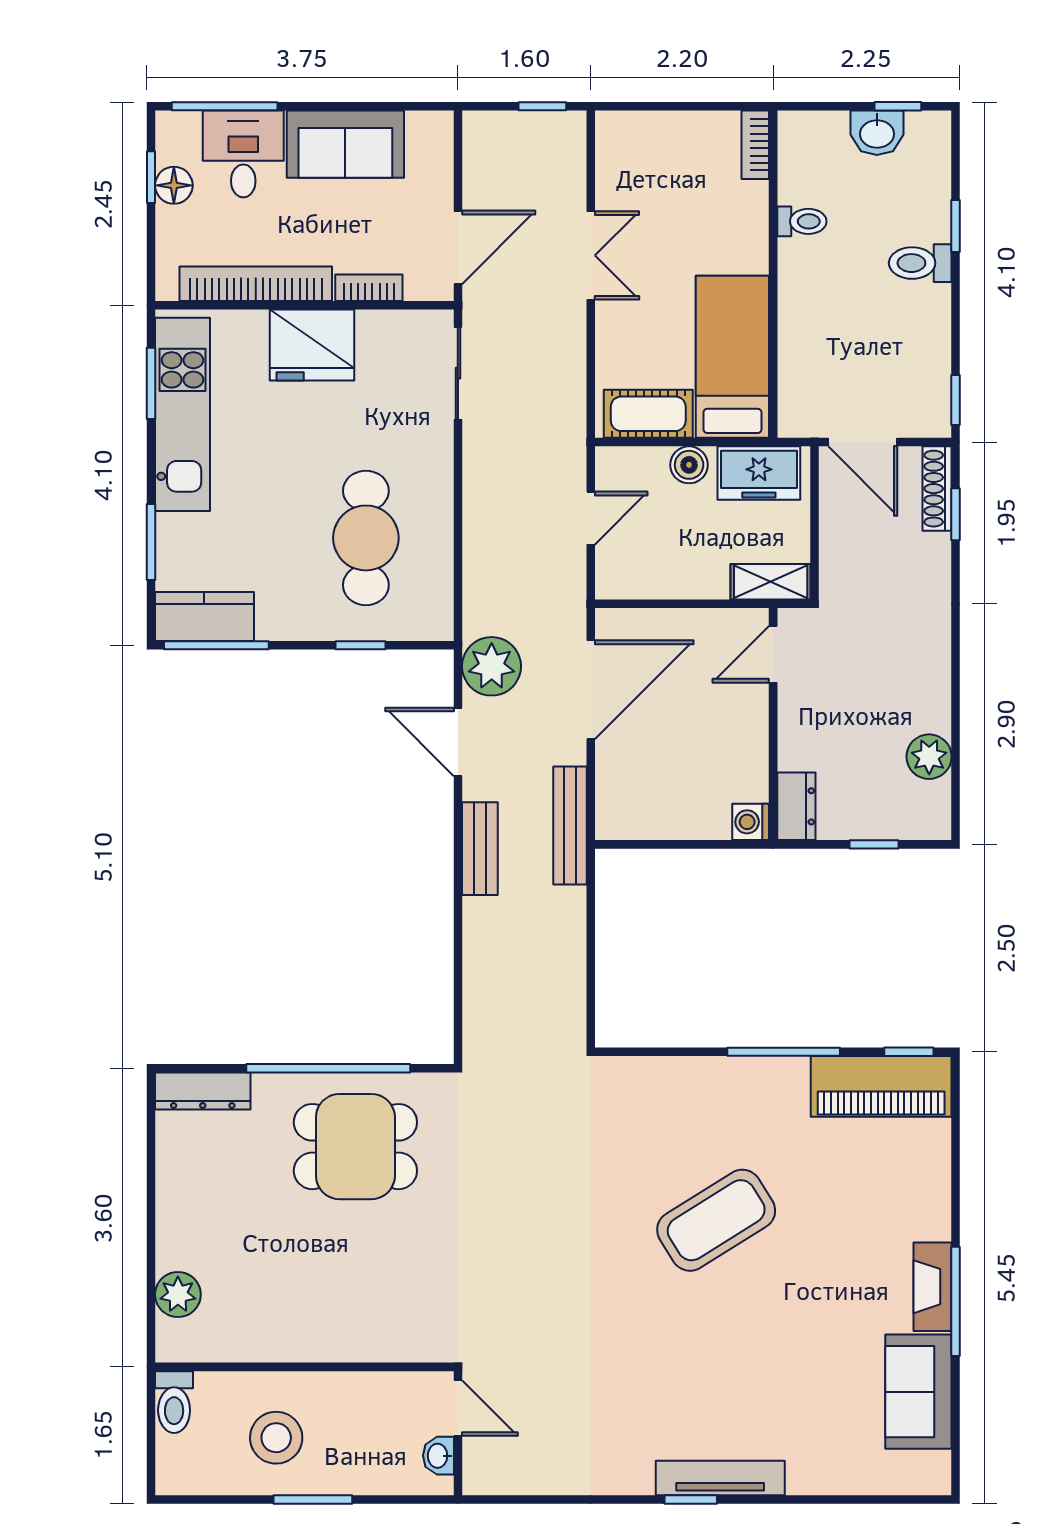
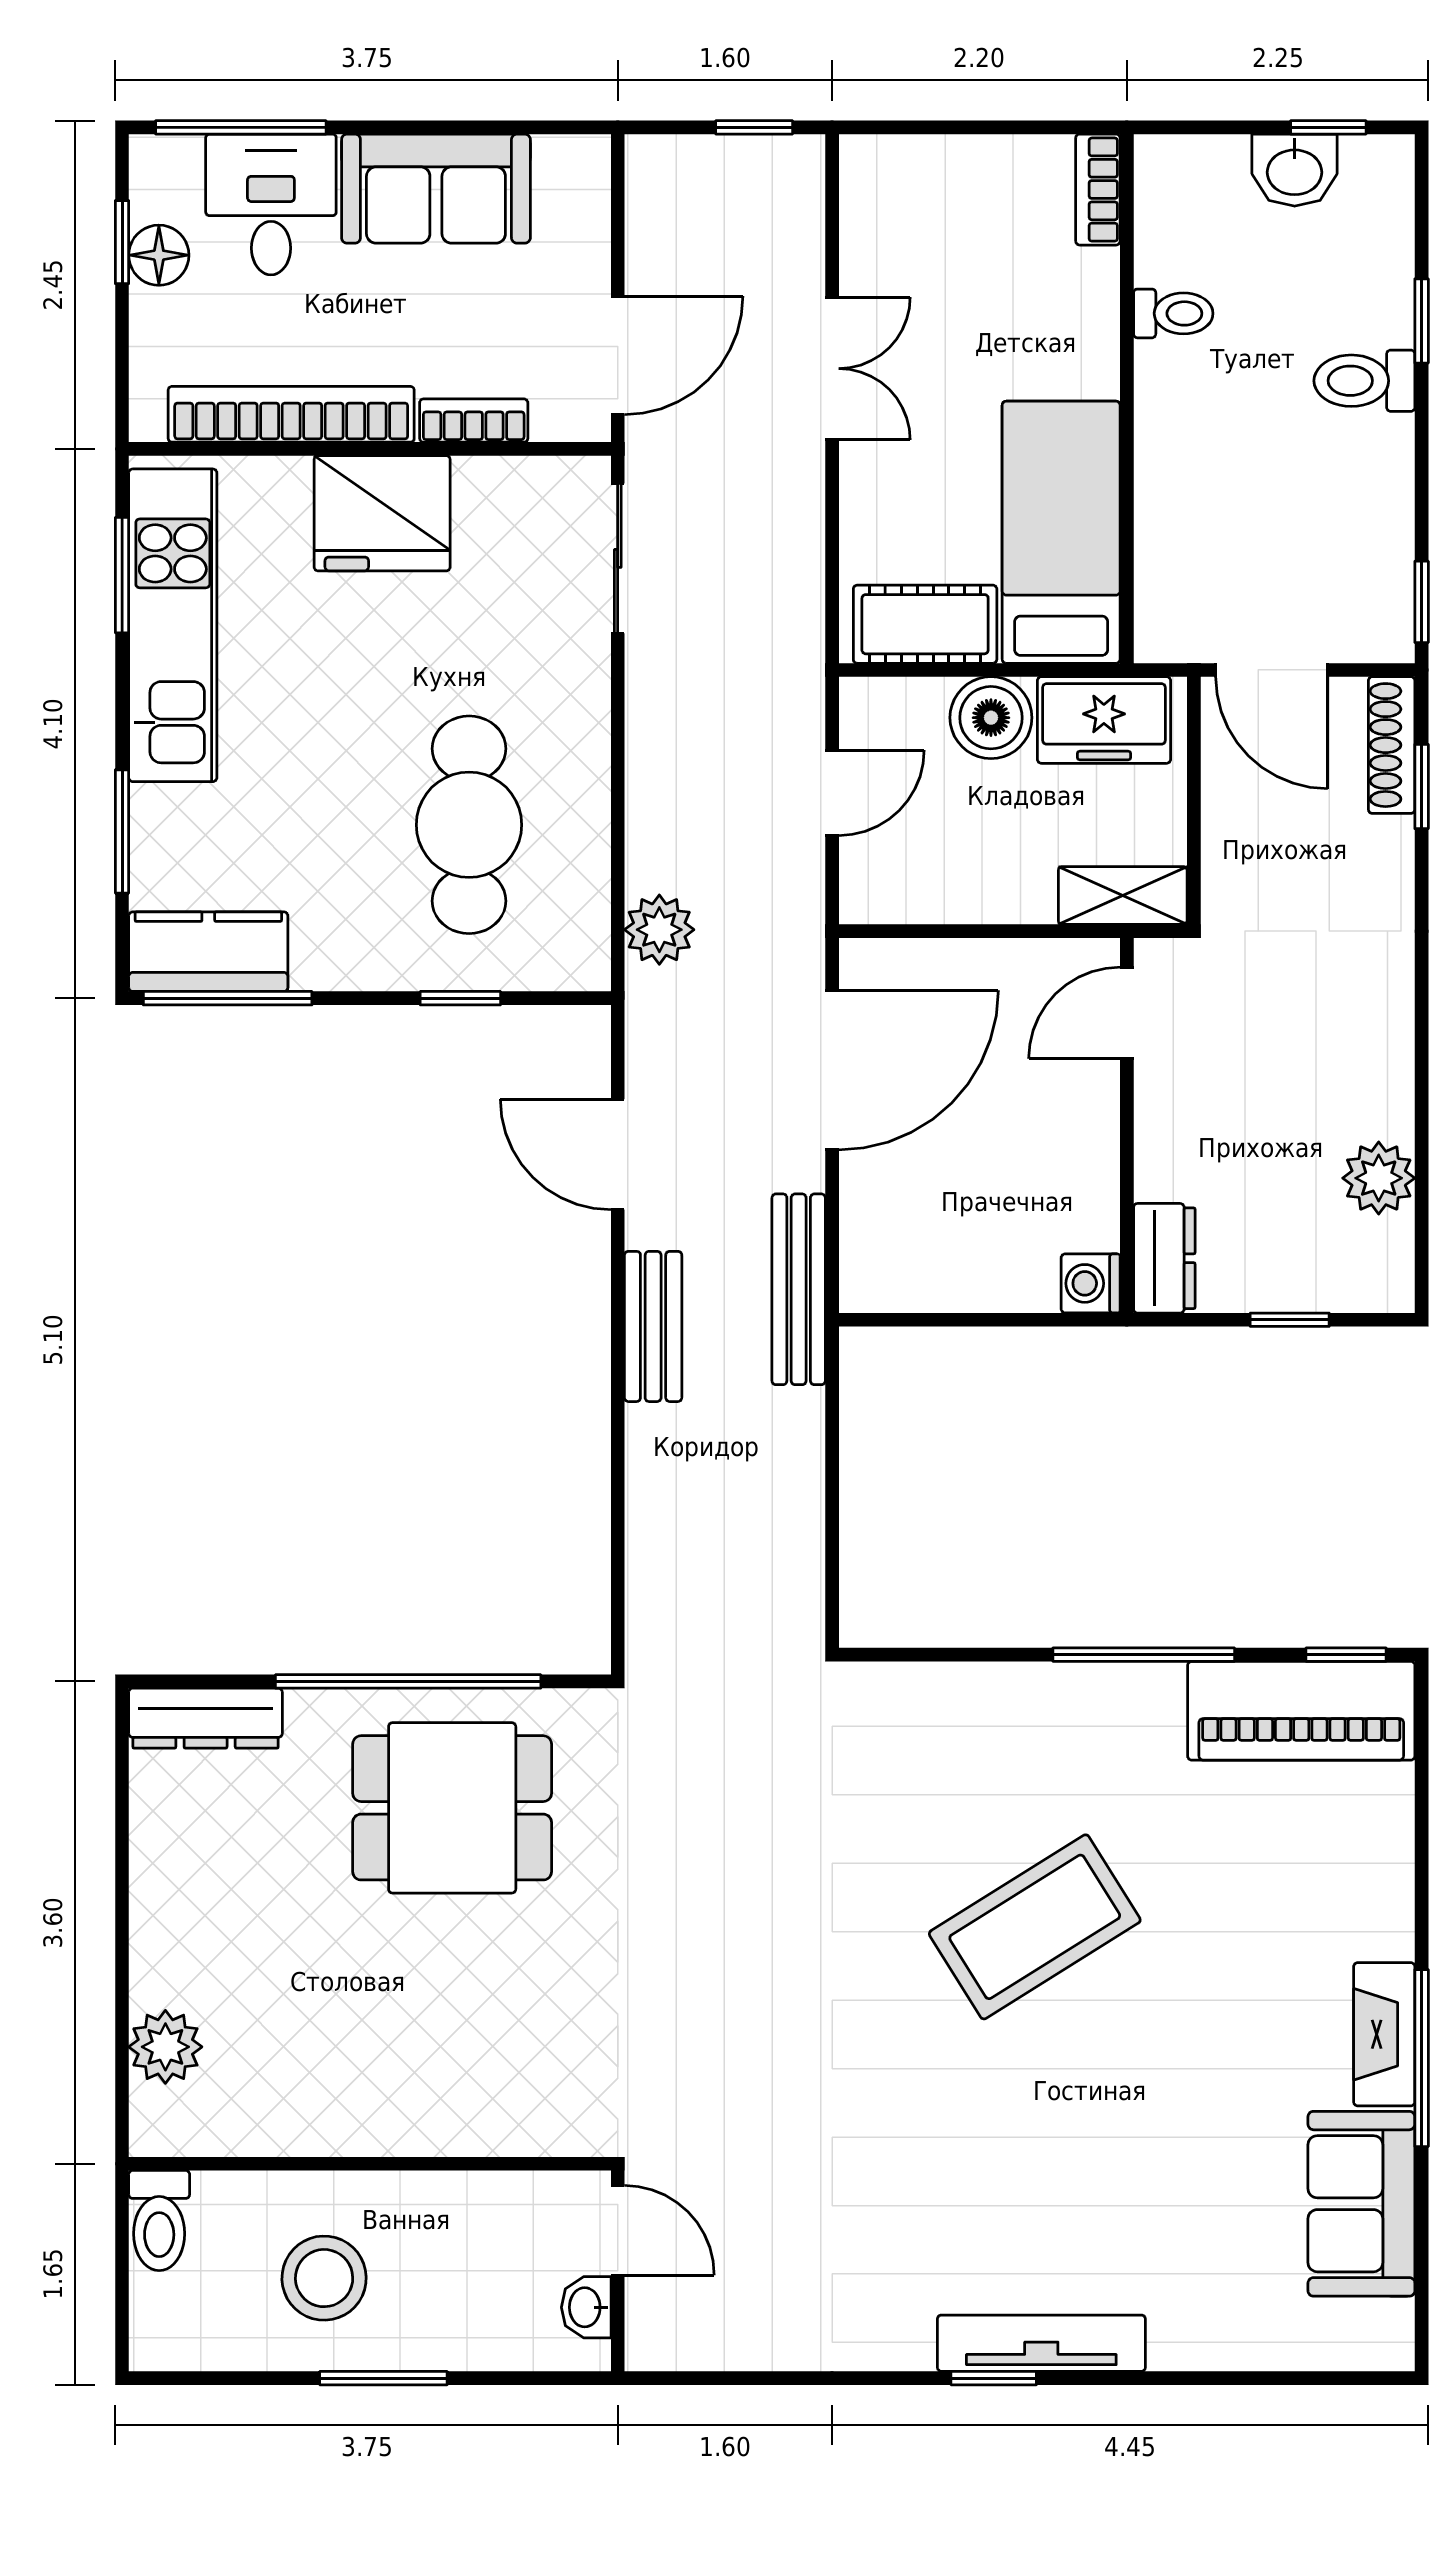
boiler: (689, 465) -> (991, 718), width x1.36, depth x1.36
plant: (492, 666) -> (659, 930), moved, width x0.73, depth x0.73

